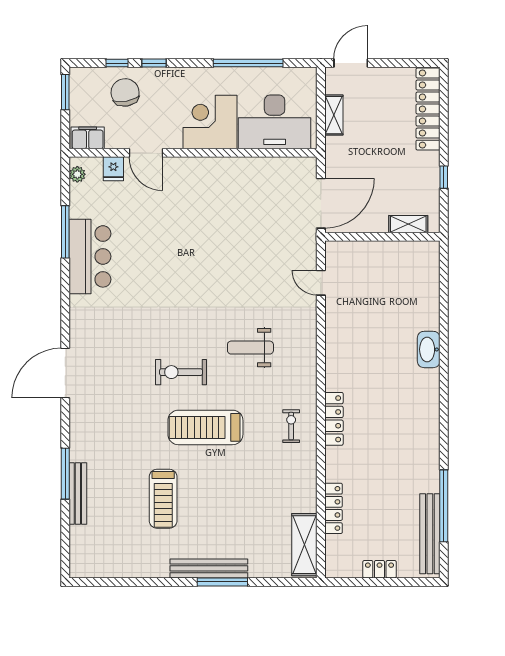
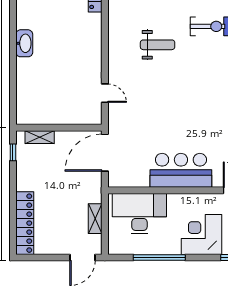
corner desk: (210, 122) -> (201, 234), moved, turned 180
window: (444, 177) -> (13, 152), moved
bar counter: (219, 180) -> (181, 170), added

